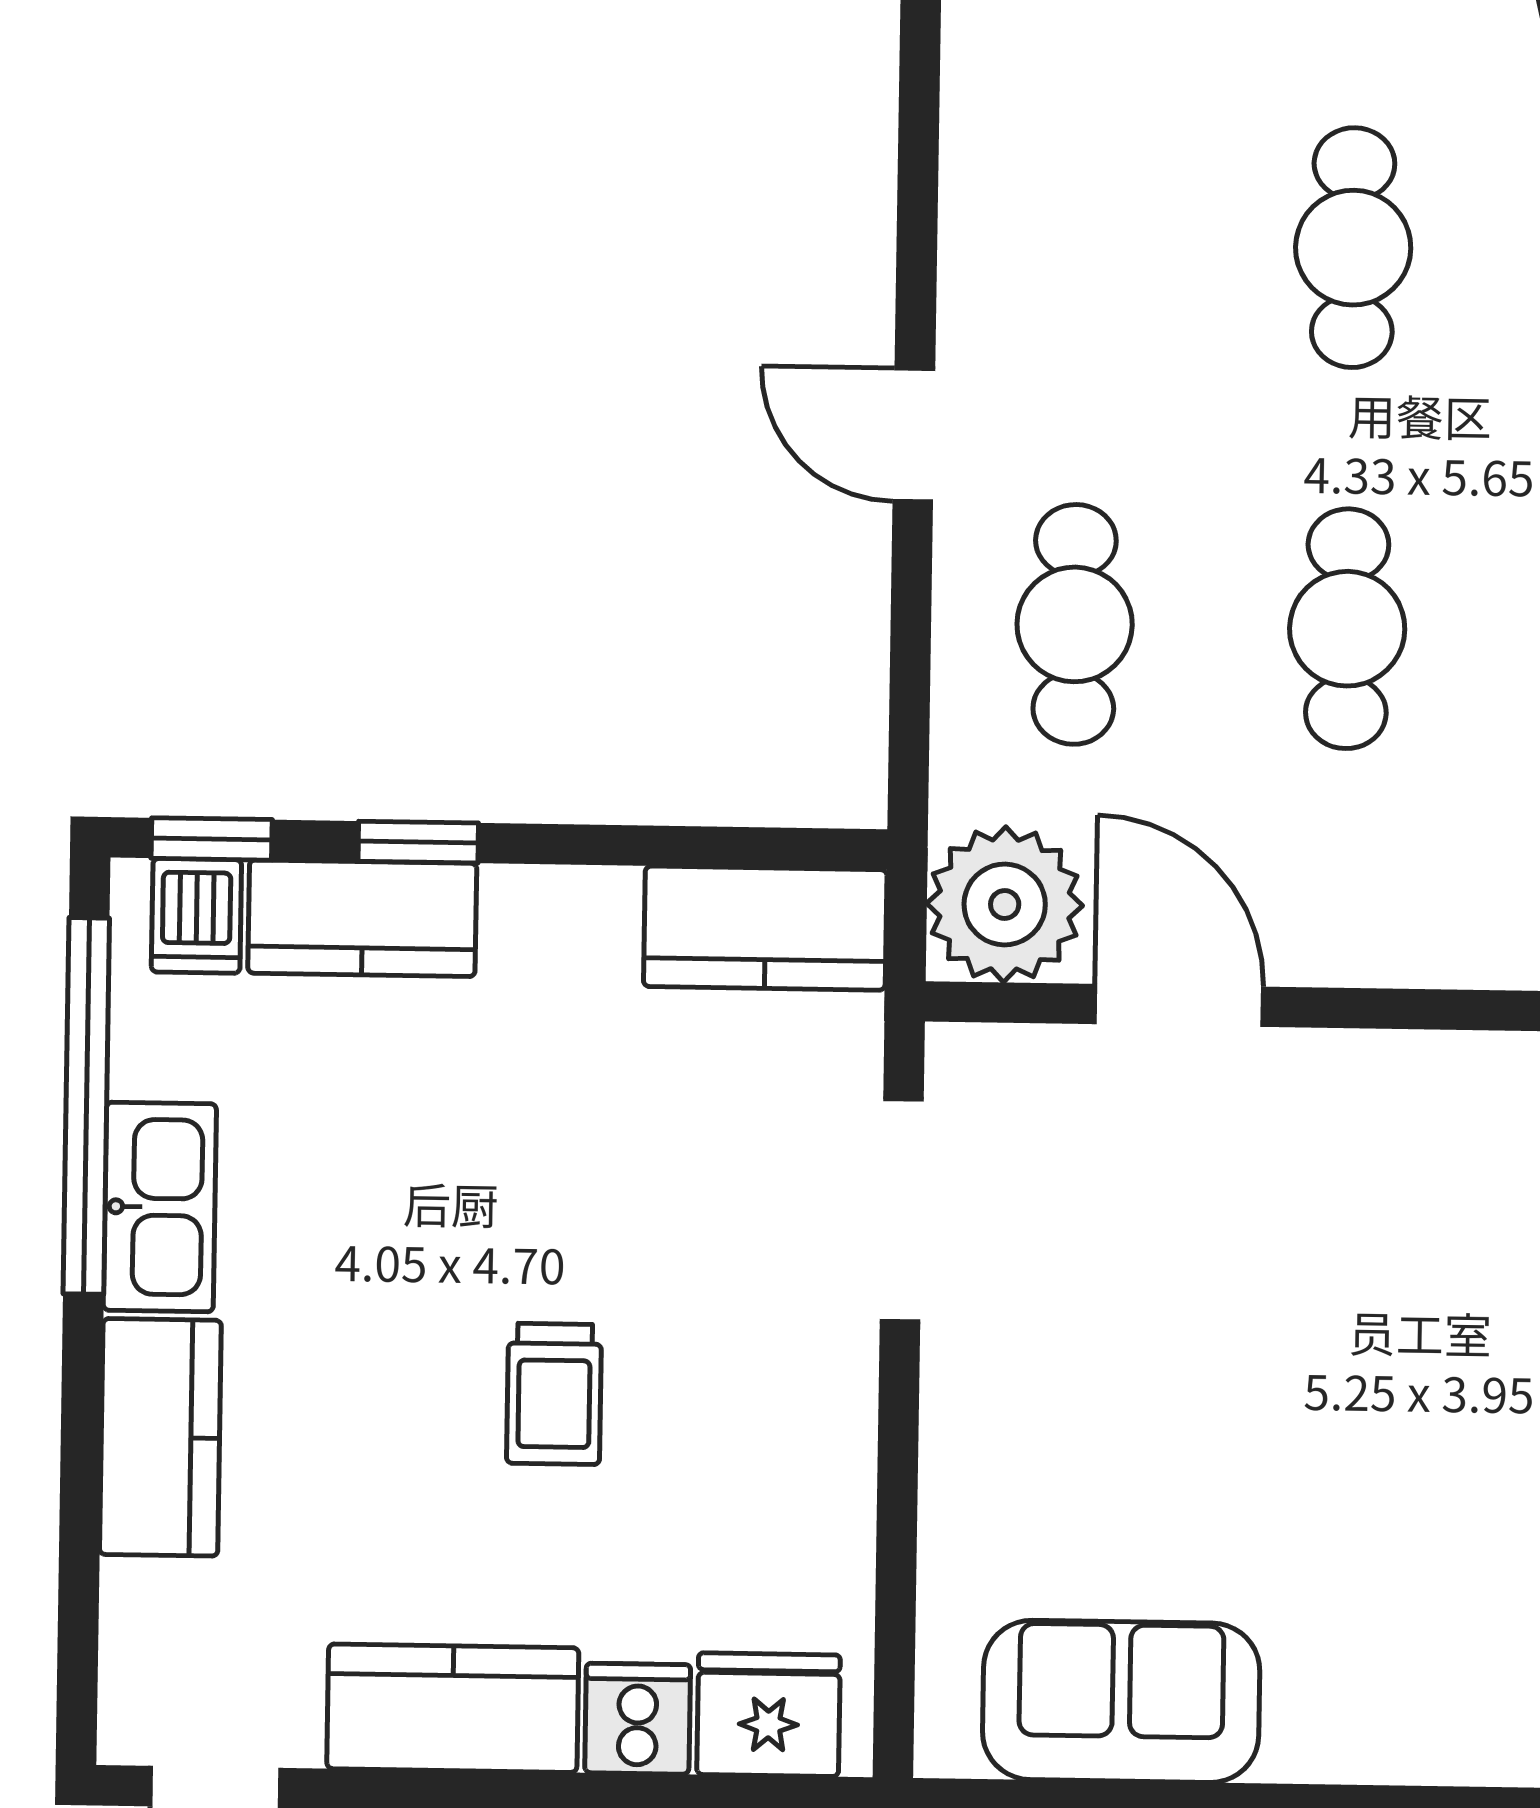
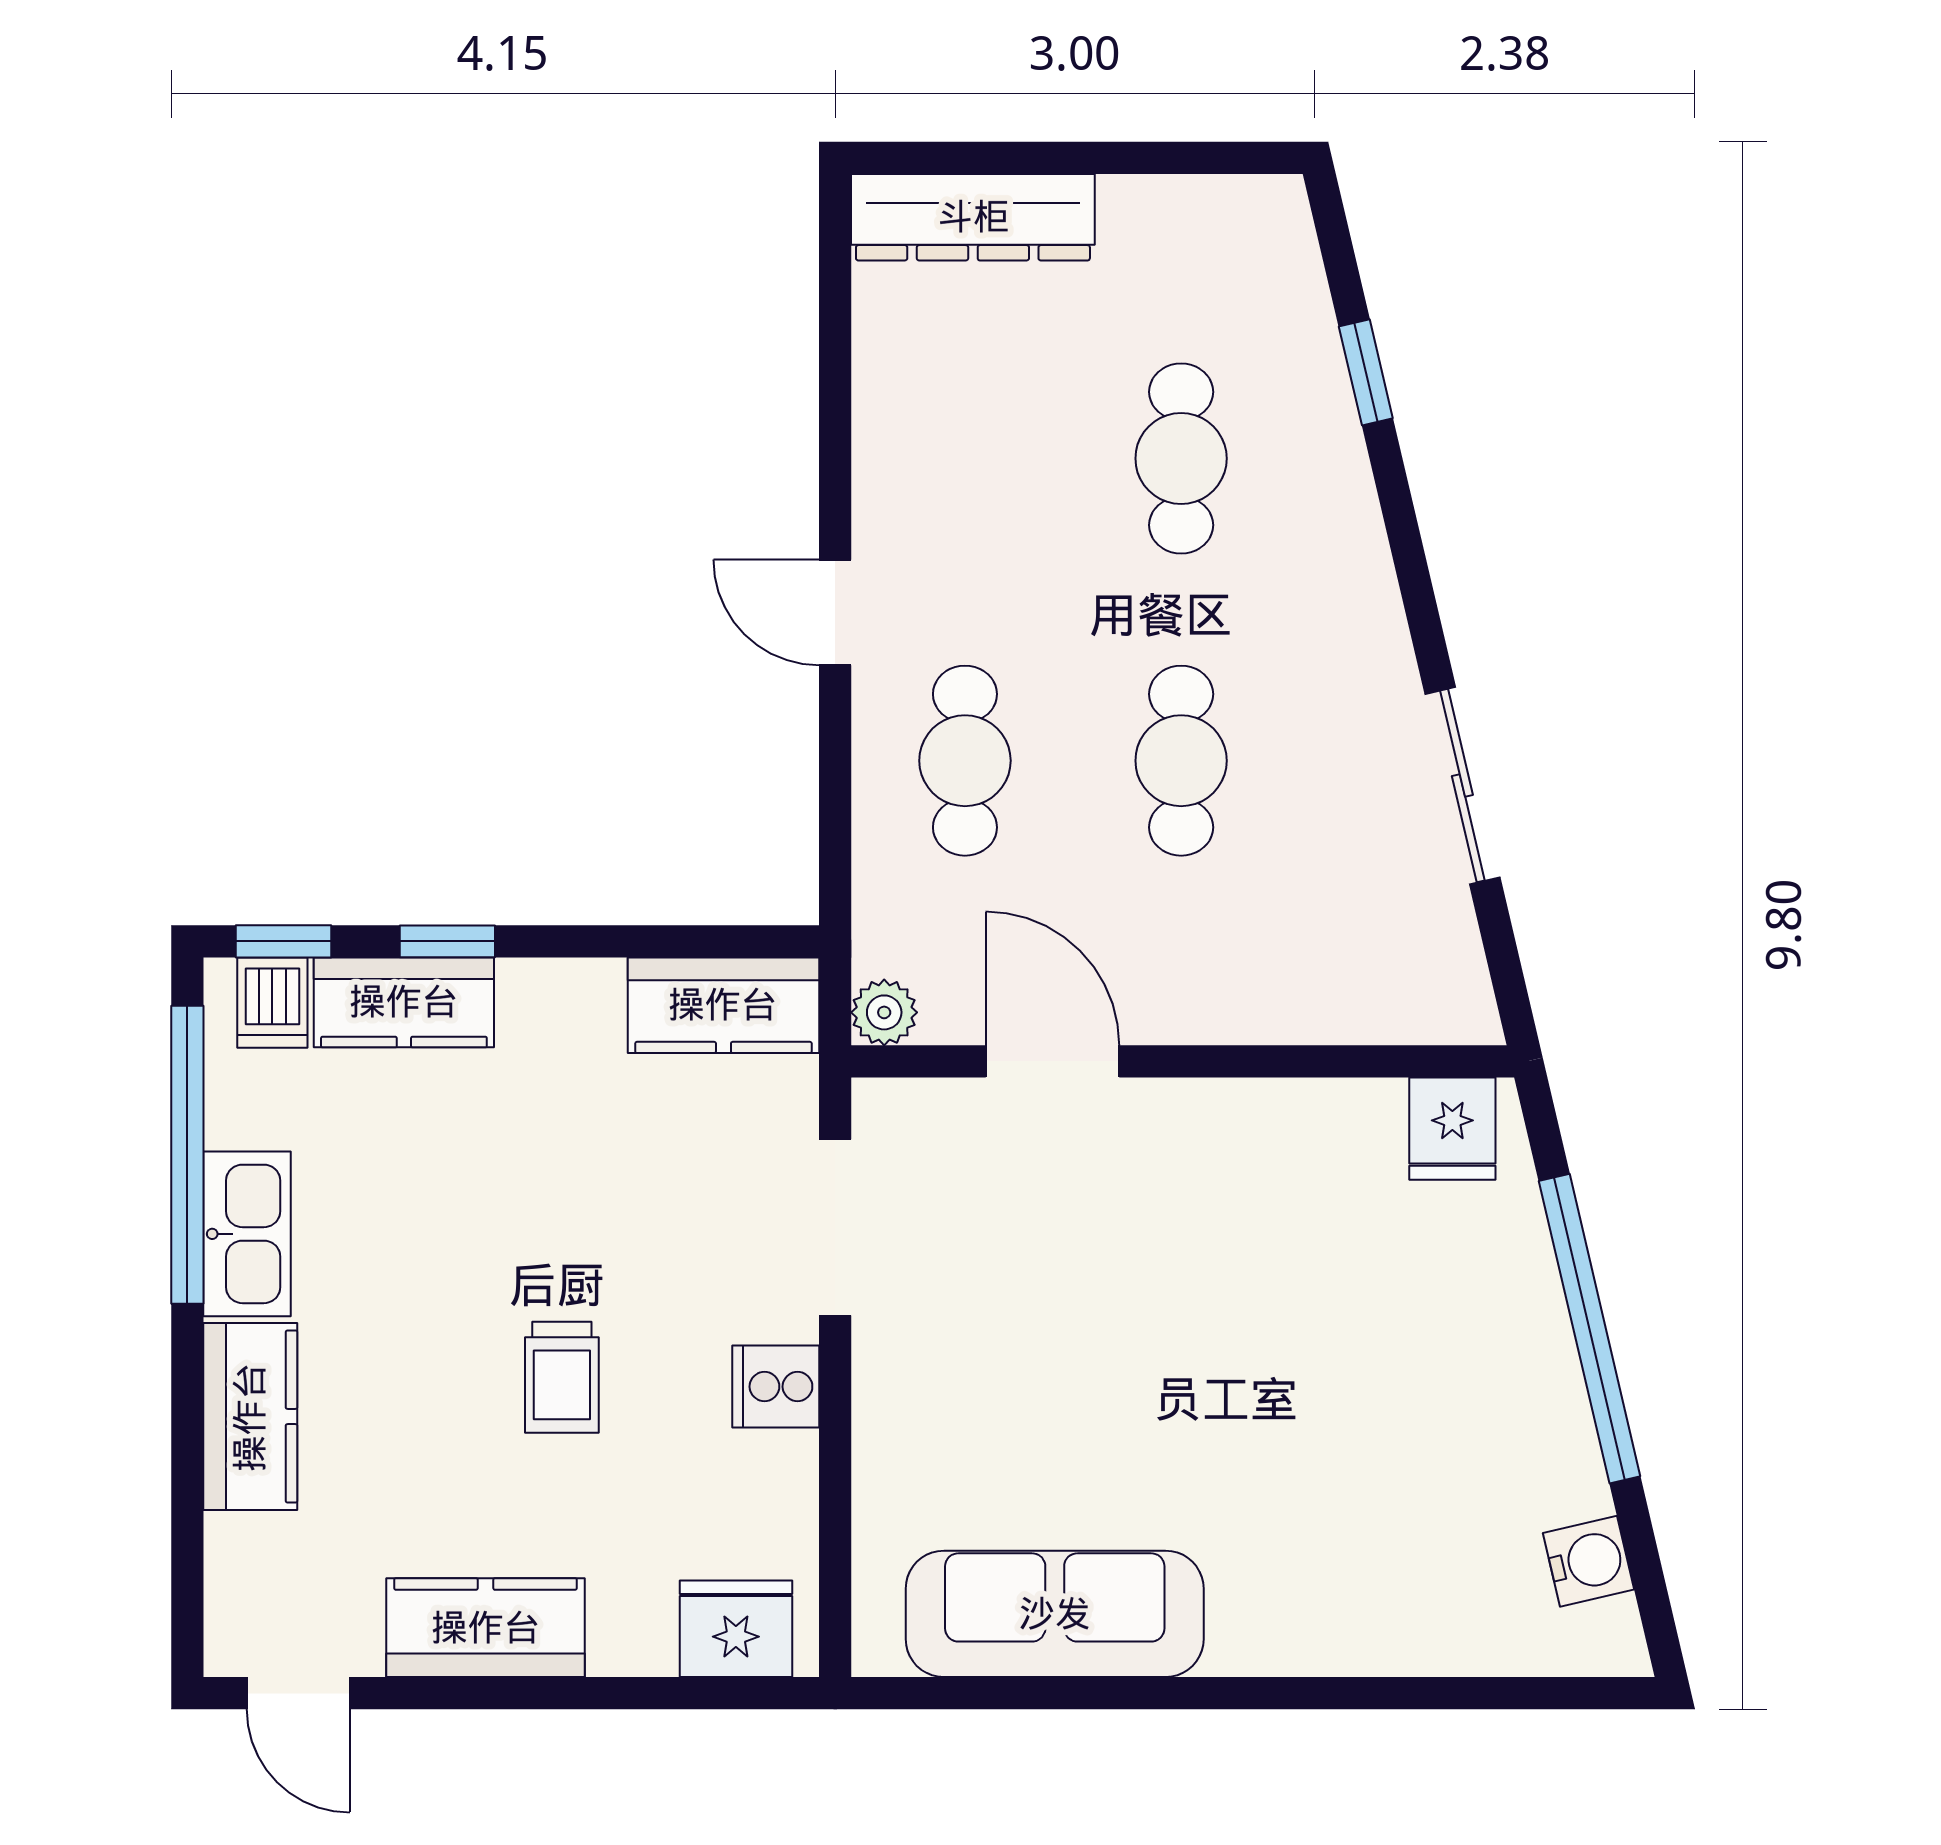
plant: (1005, 904) -> (884, 1012), width x0.53, depth x0.53
sofa: (1121, 1701) -> (1055, 1614), width x1.36
cooker: (638, 1719) -> (776, 1387), moved, turned -90

